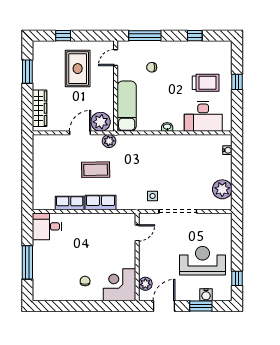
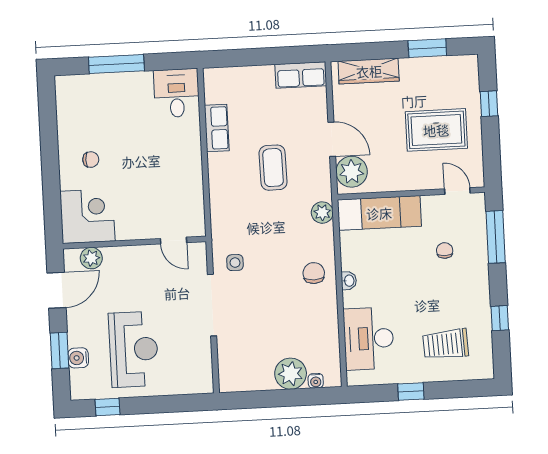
window: (237, 82) -> (411, 392), moved
trolley: (206, 83) -> (446, 344), moved, turned 87
plant: (109, 141) -> (322, 213), moved
chair: (161, 148) -> (314, 273), added
plant: (222, 189) -> (291, 374), moved
row of seats: (100, 202) -> (301, 75), moved, turned 90
door: (164, 306) -> (57, 290), hinge flipped

